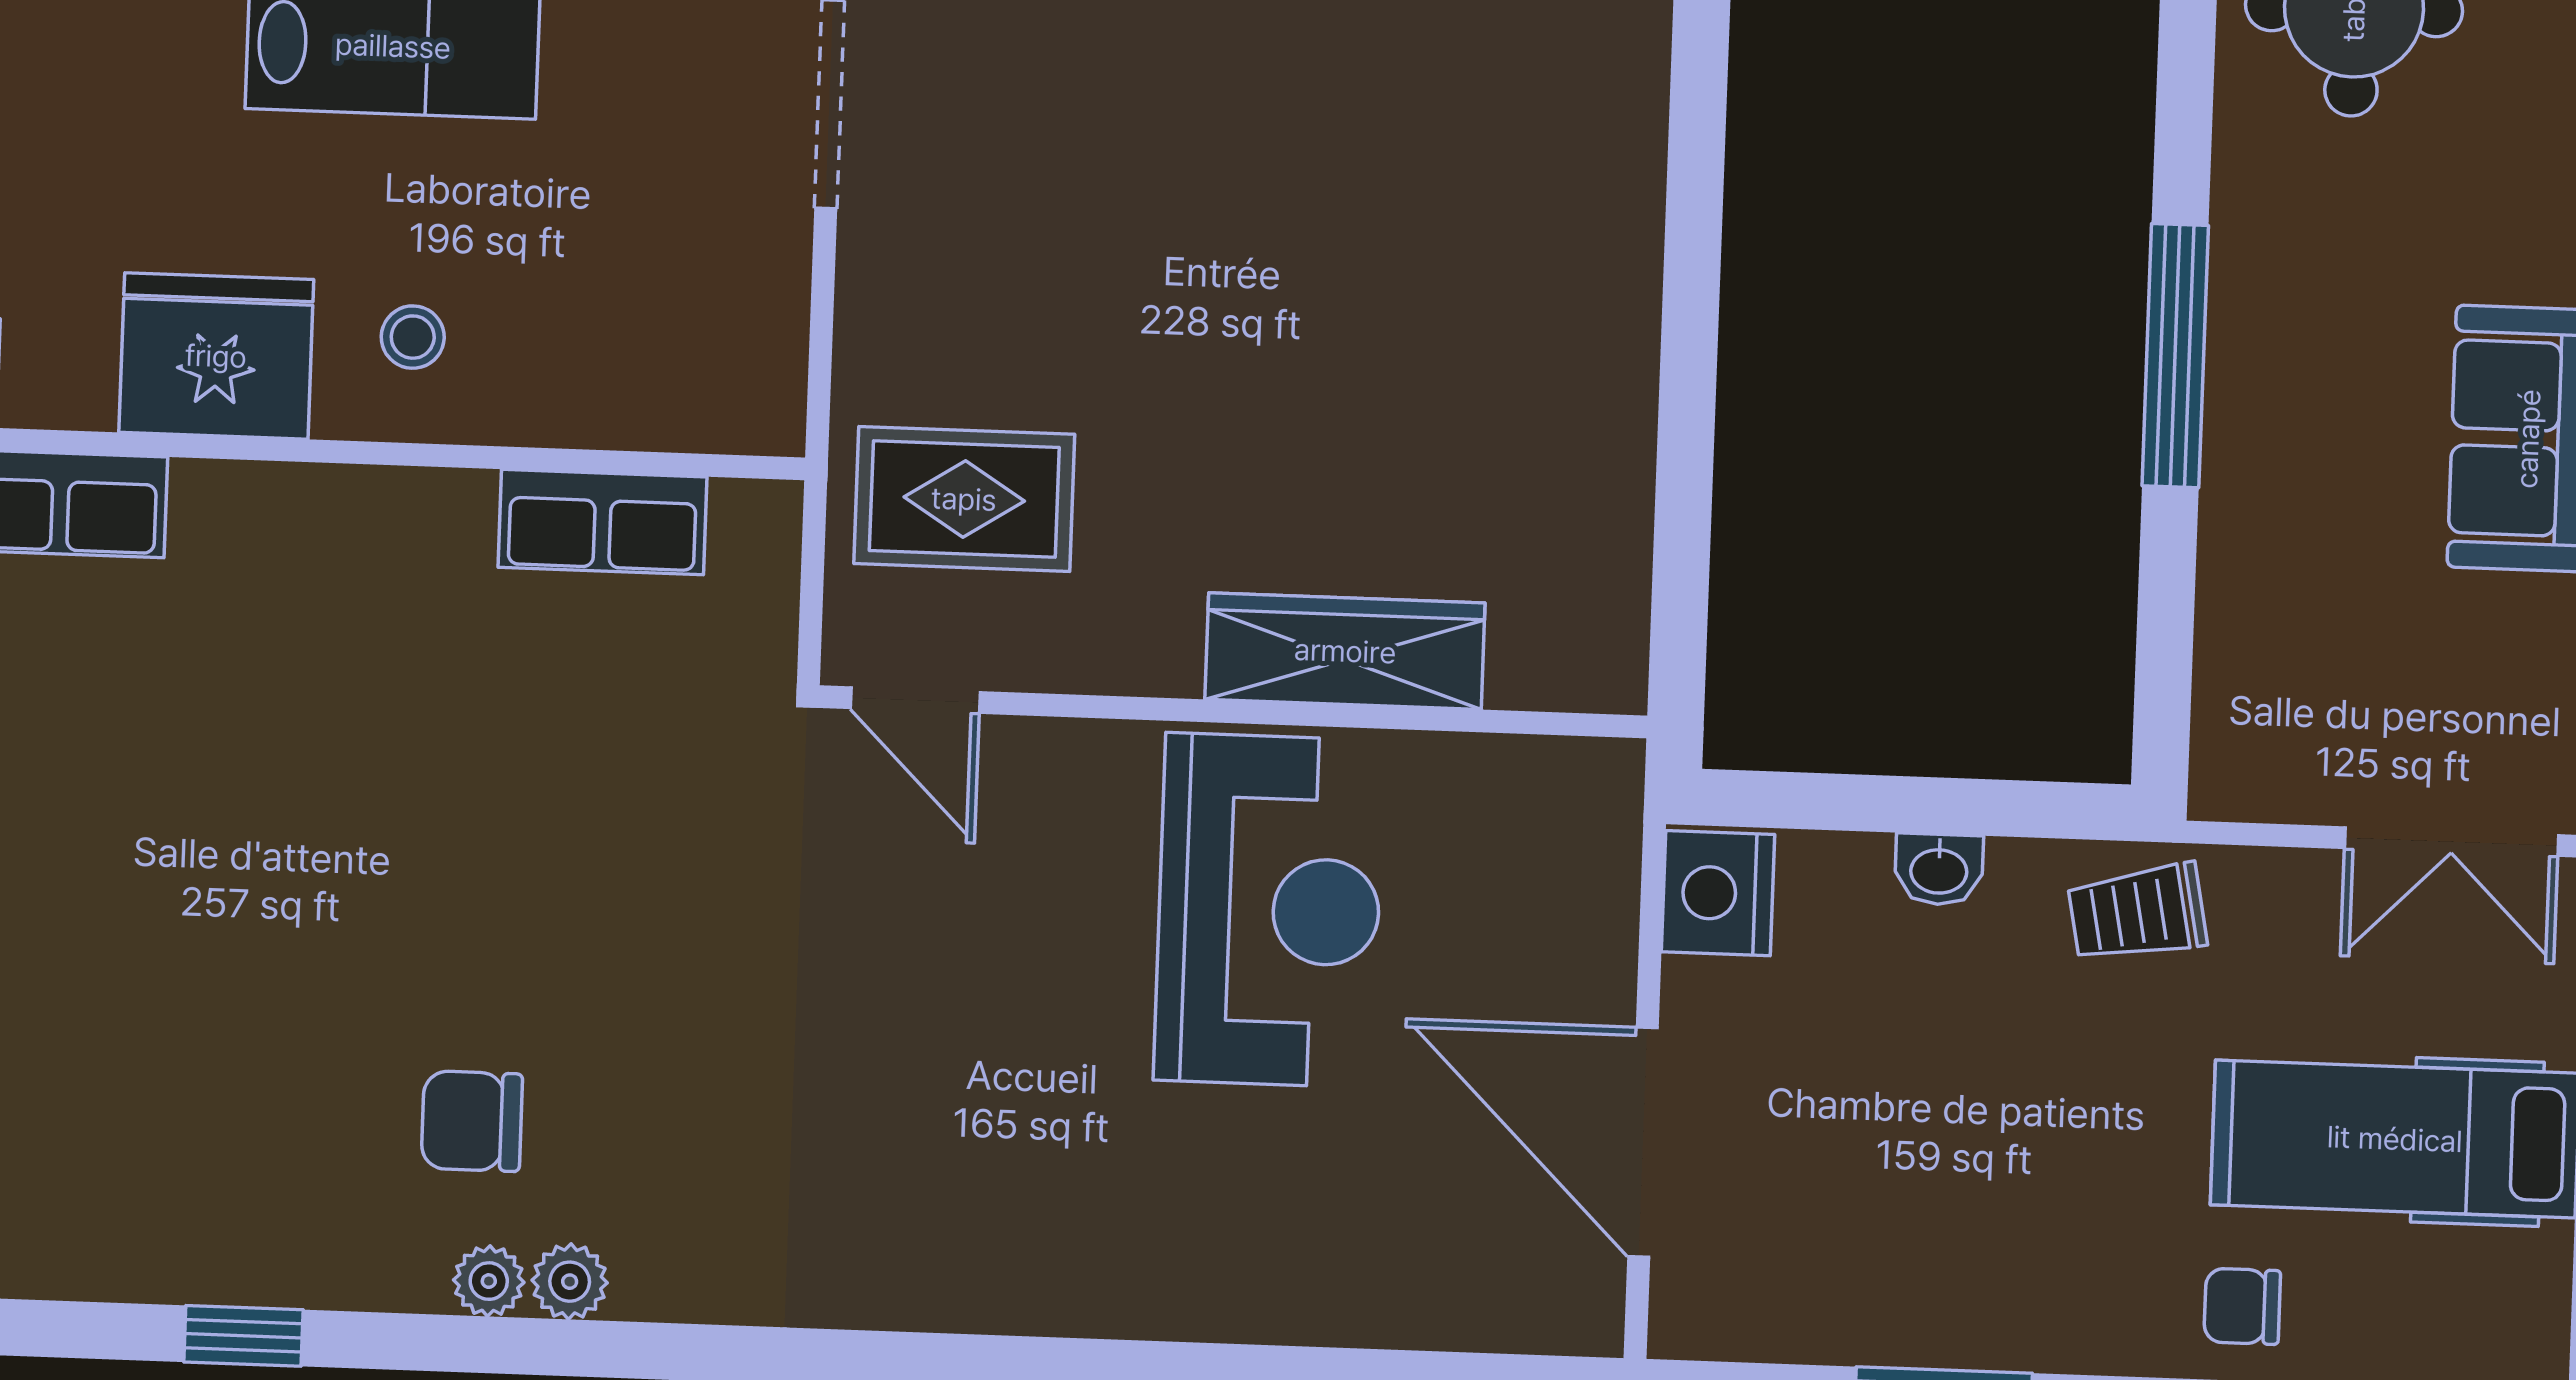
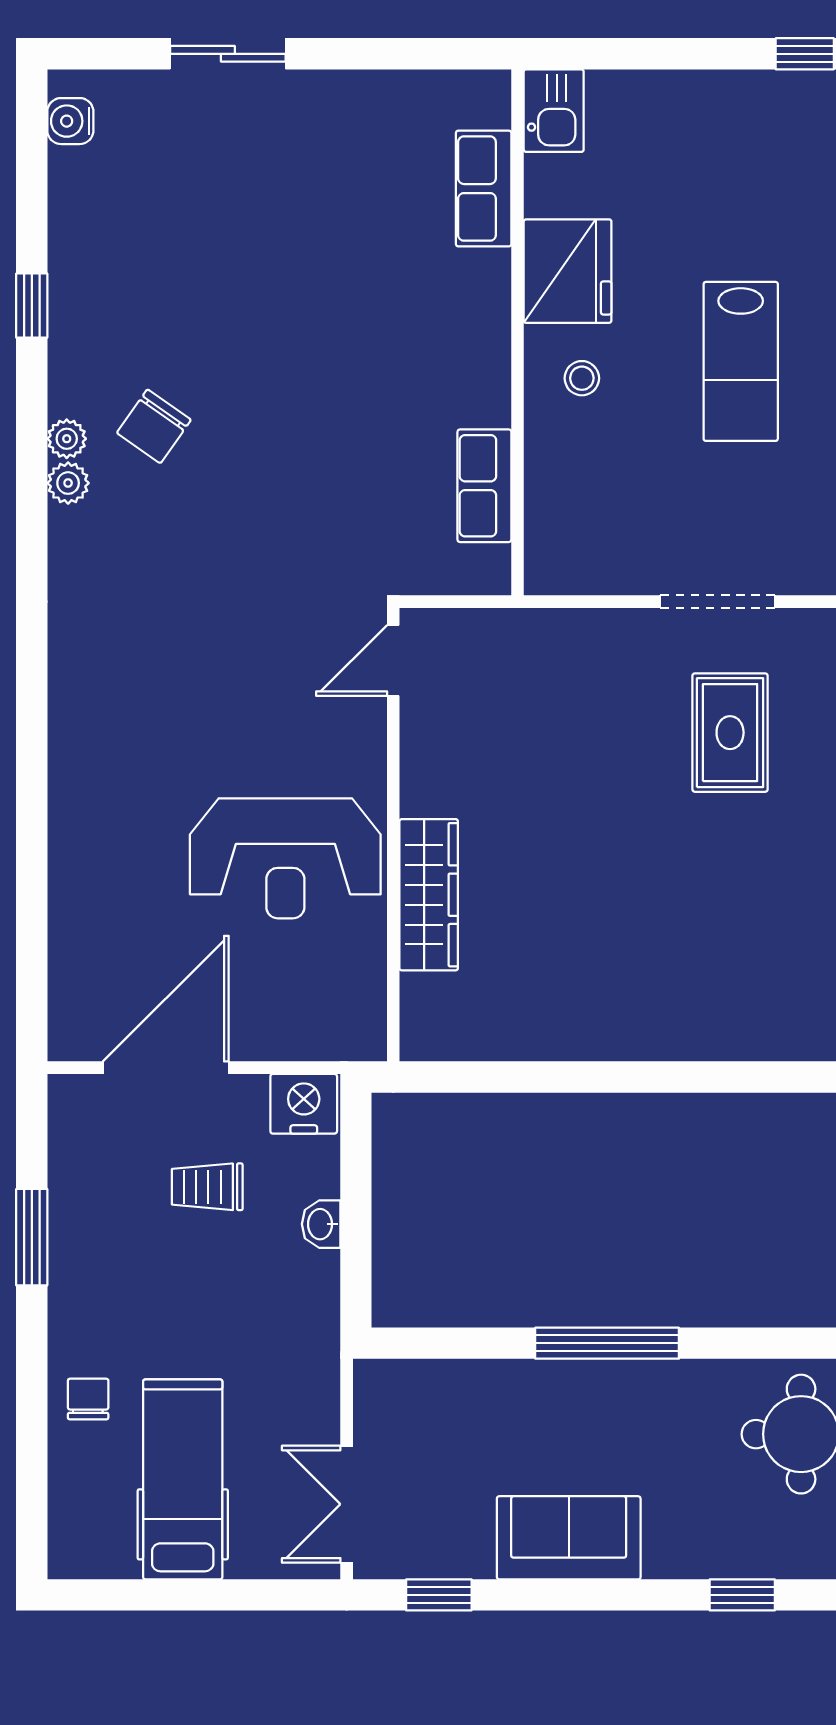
rug: (964, 499) -> (730, 733), moved
trolley: (2137, 913) -> (207, 1187), moved, turned -79
chair: (472, 1121) -> (154, 426), turned -145

